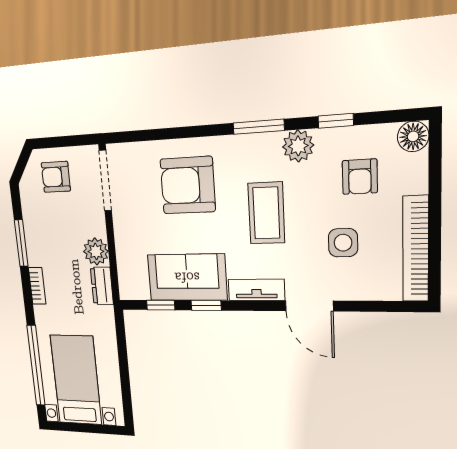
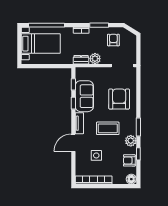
armchair: (56, 177) -> (113, 40), moved
armchair: (360, 177) -> (129, 160), moved

